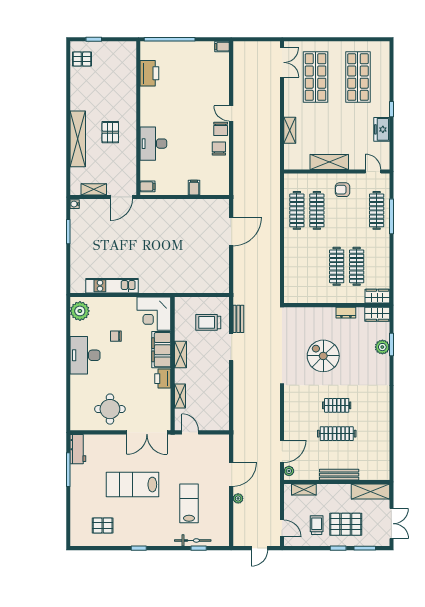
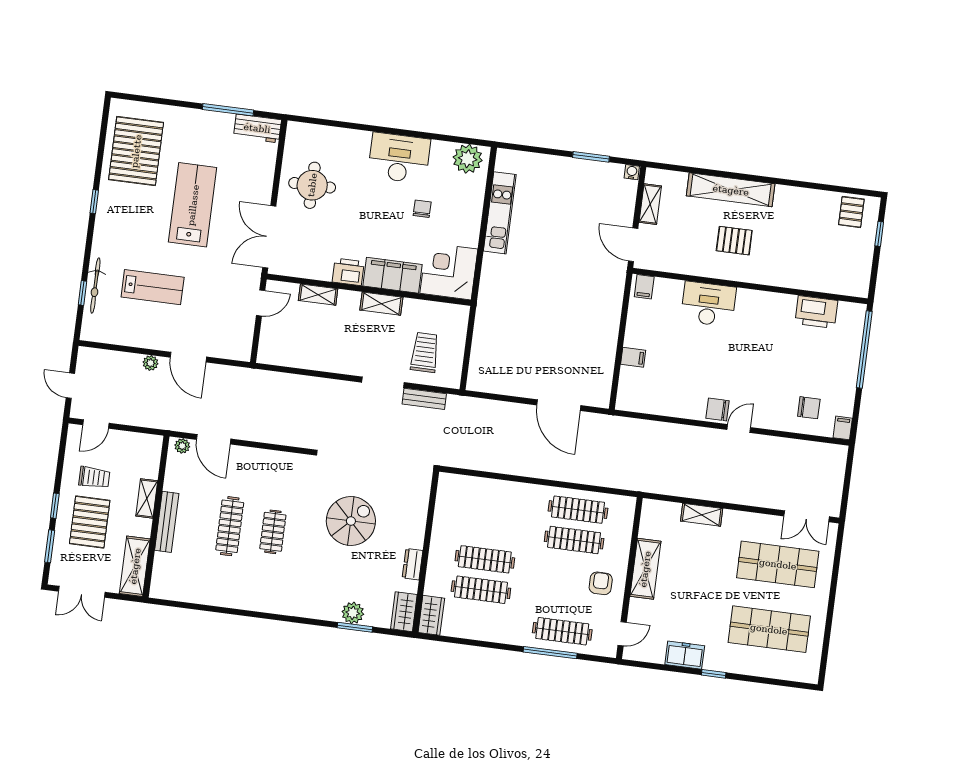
chair: (219, 149) -> (809, 408), moved
shelving: (304, 489) -> (147, 498), moved
pallet: (103, 525) -> (136, 151), width x2.05, depth x2.00

